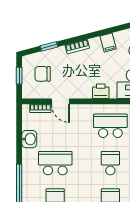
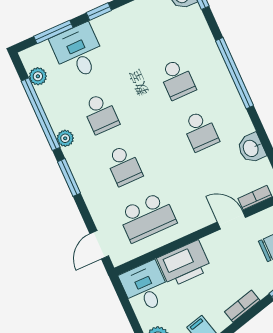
printer: (101, 91) -> (184, 264), width x1.87, depth x1.48
school desk: (55, 163) -> (200, 131), width x0.54

